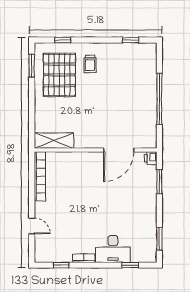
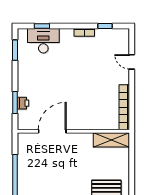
printer: (151, 158) -> (23, 103), moved
desk: (113, 249) -> (43, 41), moved

